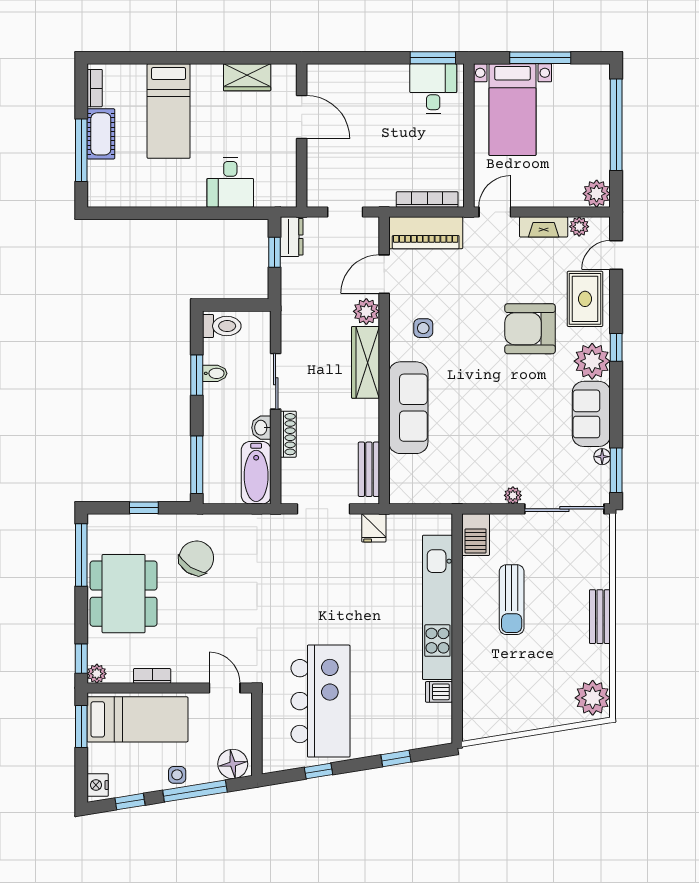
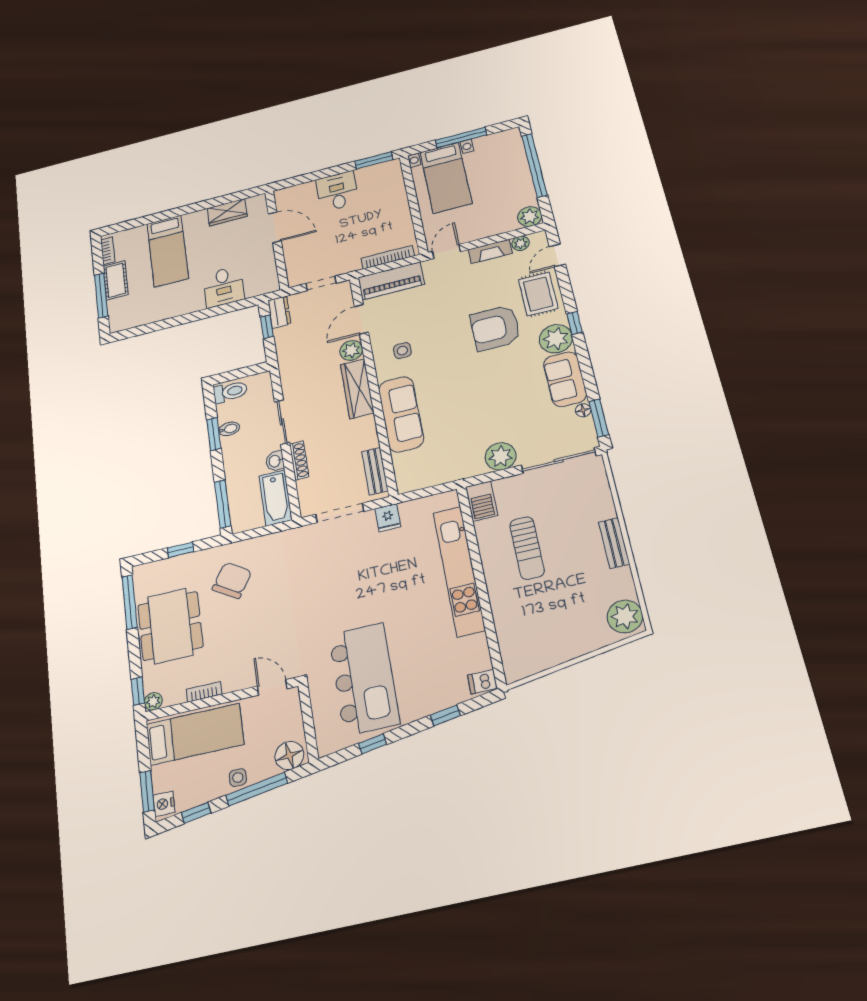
desk: (433, 89) -> (337, 191), moved
plant: (513, 495) -> (501, 456), width x1.88, depth x1.88
dishwasher: (439, 692) -> (482, 682), moved
window: (81, 726) -> (147, 791), moved

